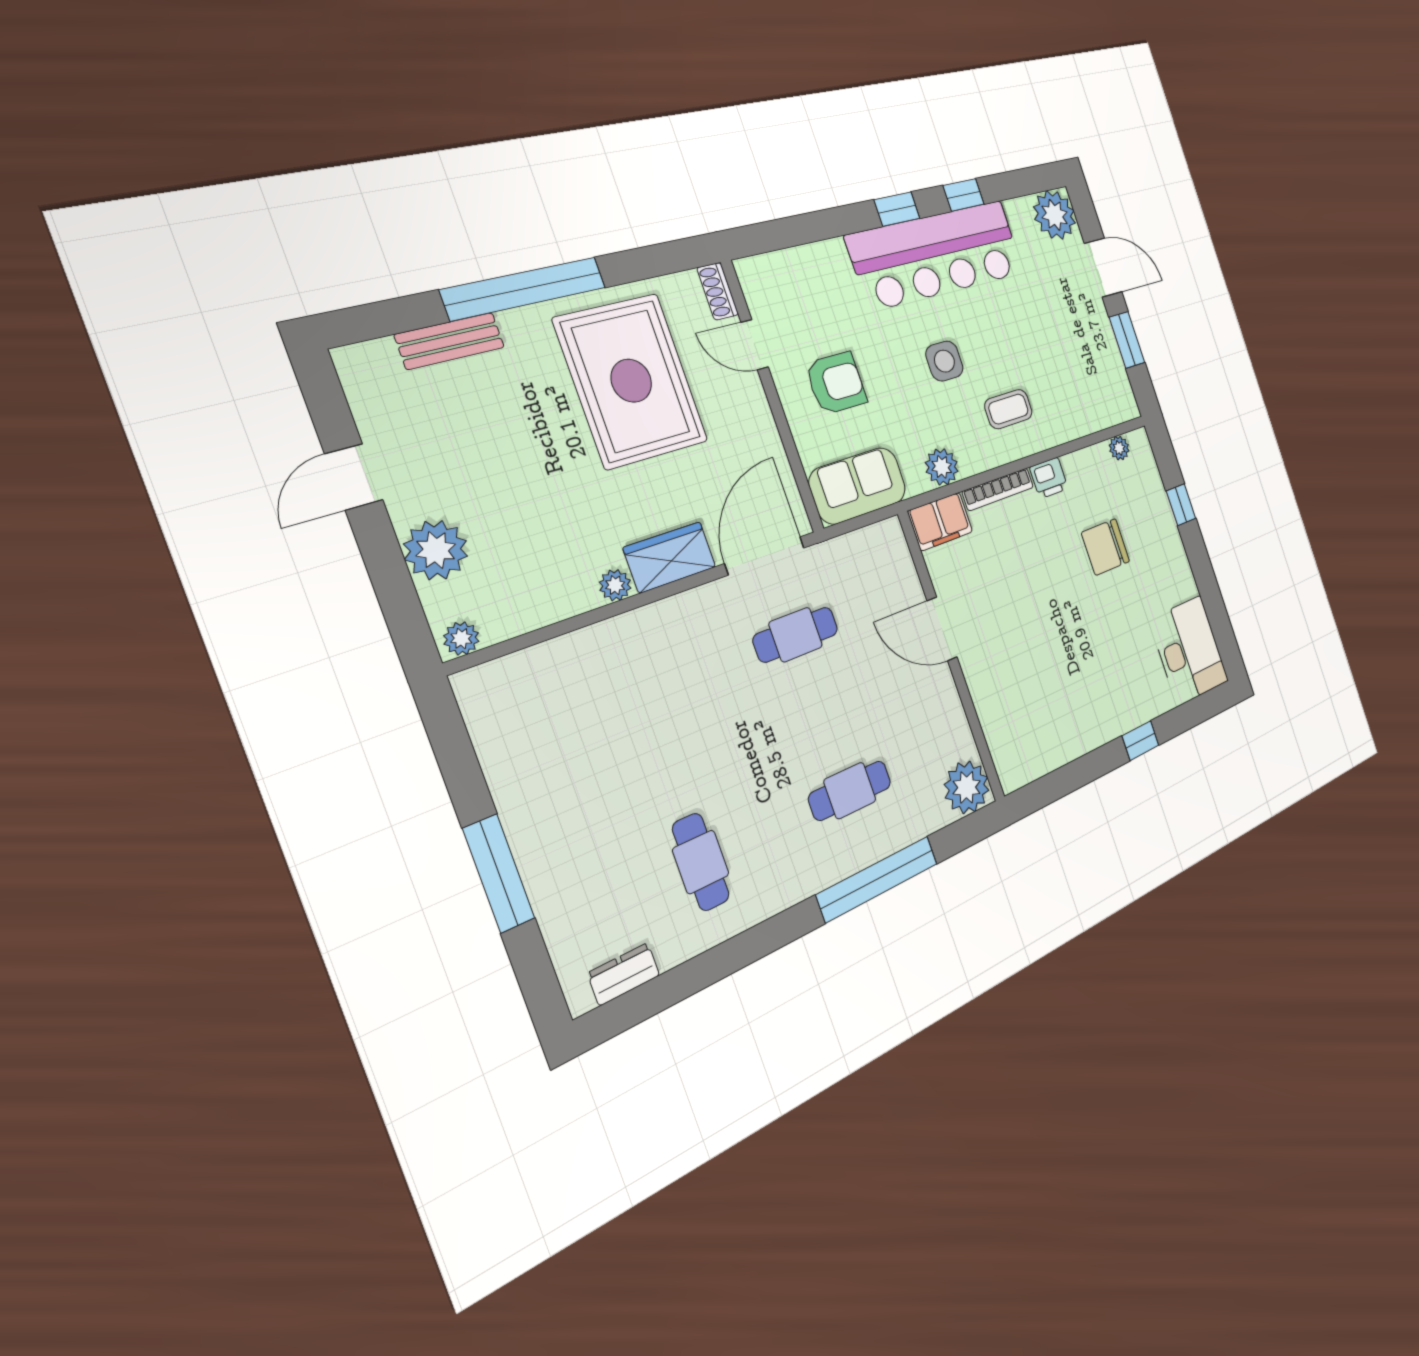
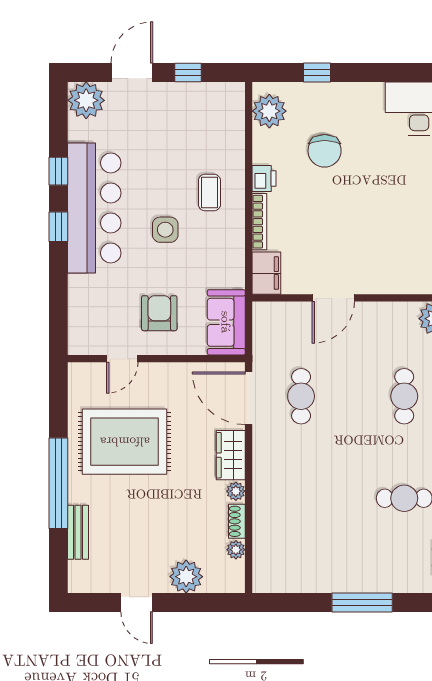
shoe rack: (718, 291) -> (237, 521), moved, turned 90
window: (1127, 340) -> (188, 72), width x0.67
plant: (1119, 448) -> (269, 111), width x1.88, depth x1.88
plant: (942, 467) -> (232, 258), removed
plant: (461, 638) -> (236, 550), moved

